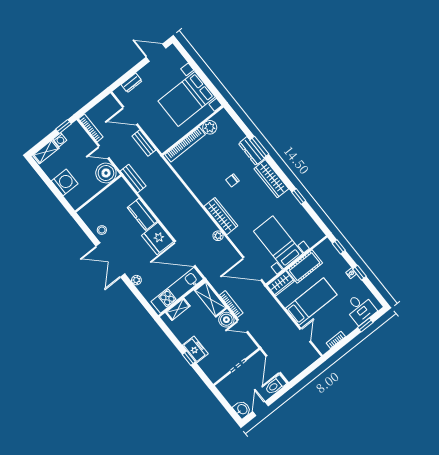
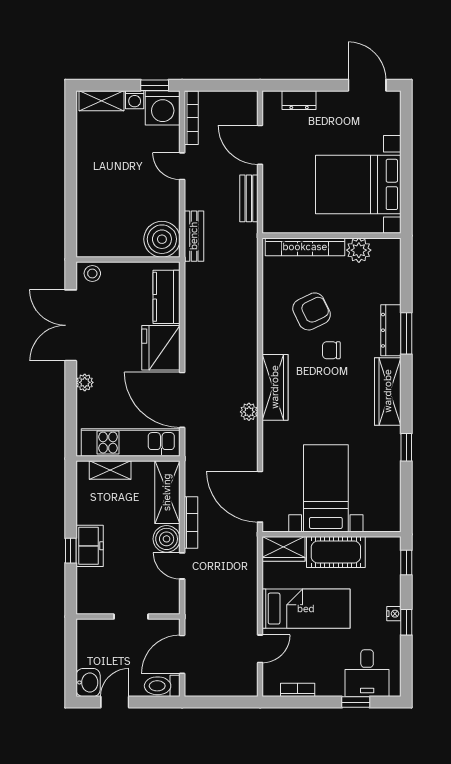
armchair: (210, 170) -> (312, 311), added
boiler: (106, 173) -> (162, 239), moved
washing machine: (65, 182) -> (163, 108), moved, turned 90
wall: (98, 194) -> (128, 259), moved

